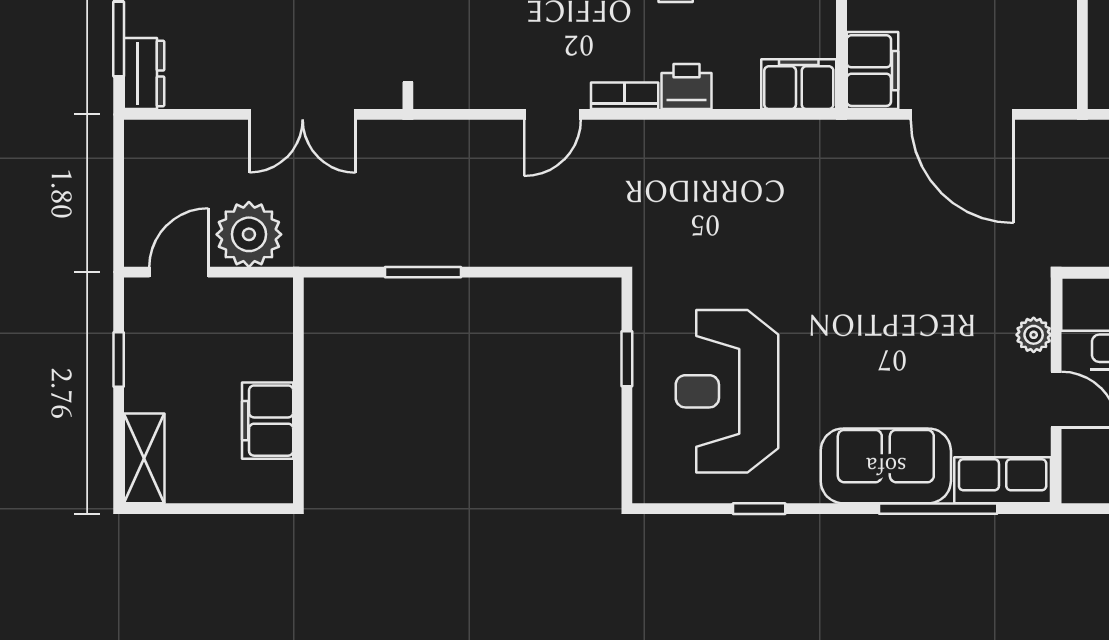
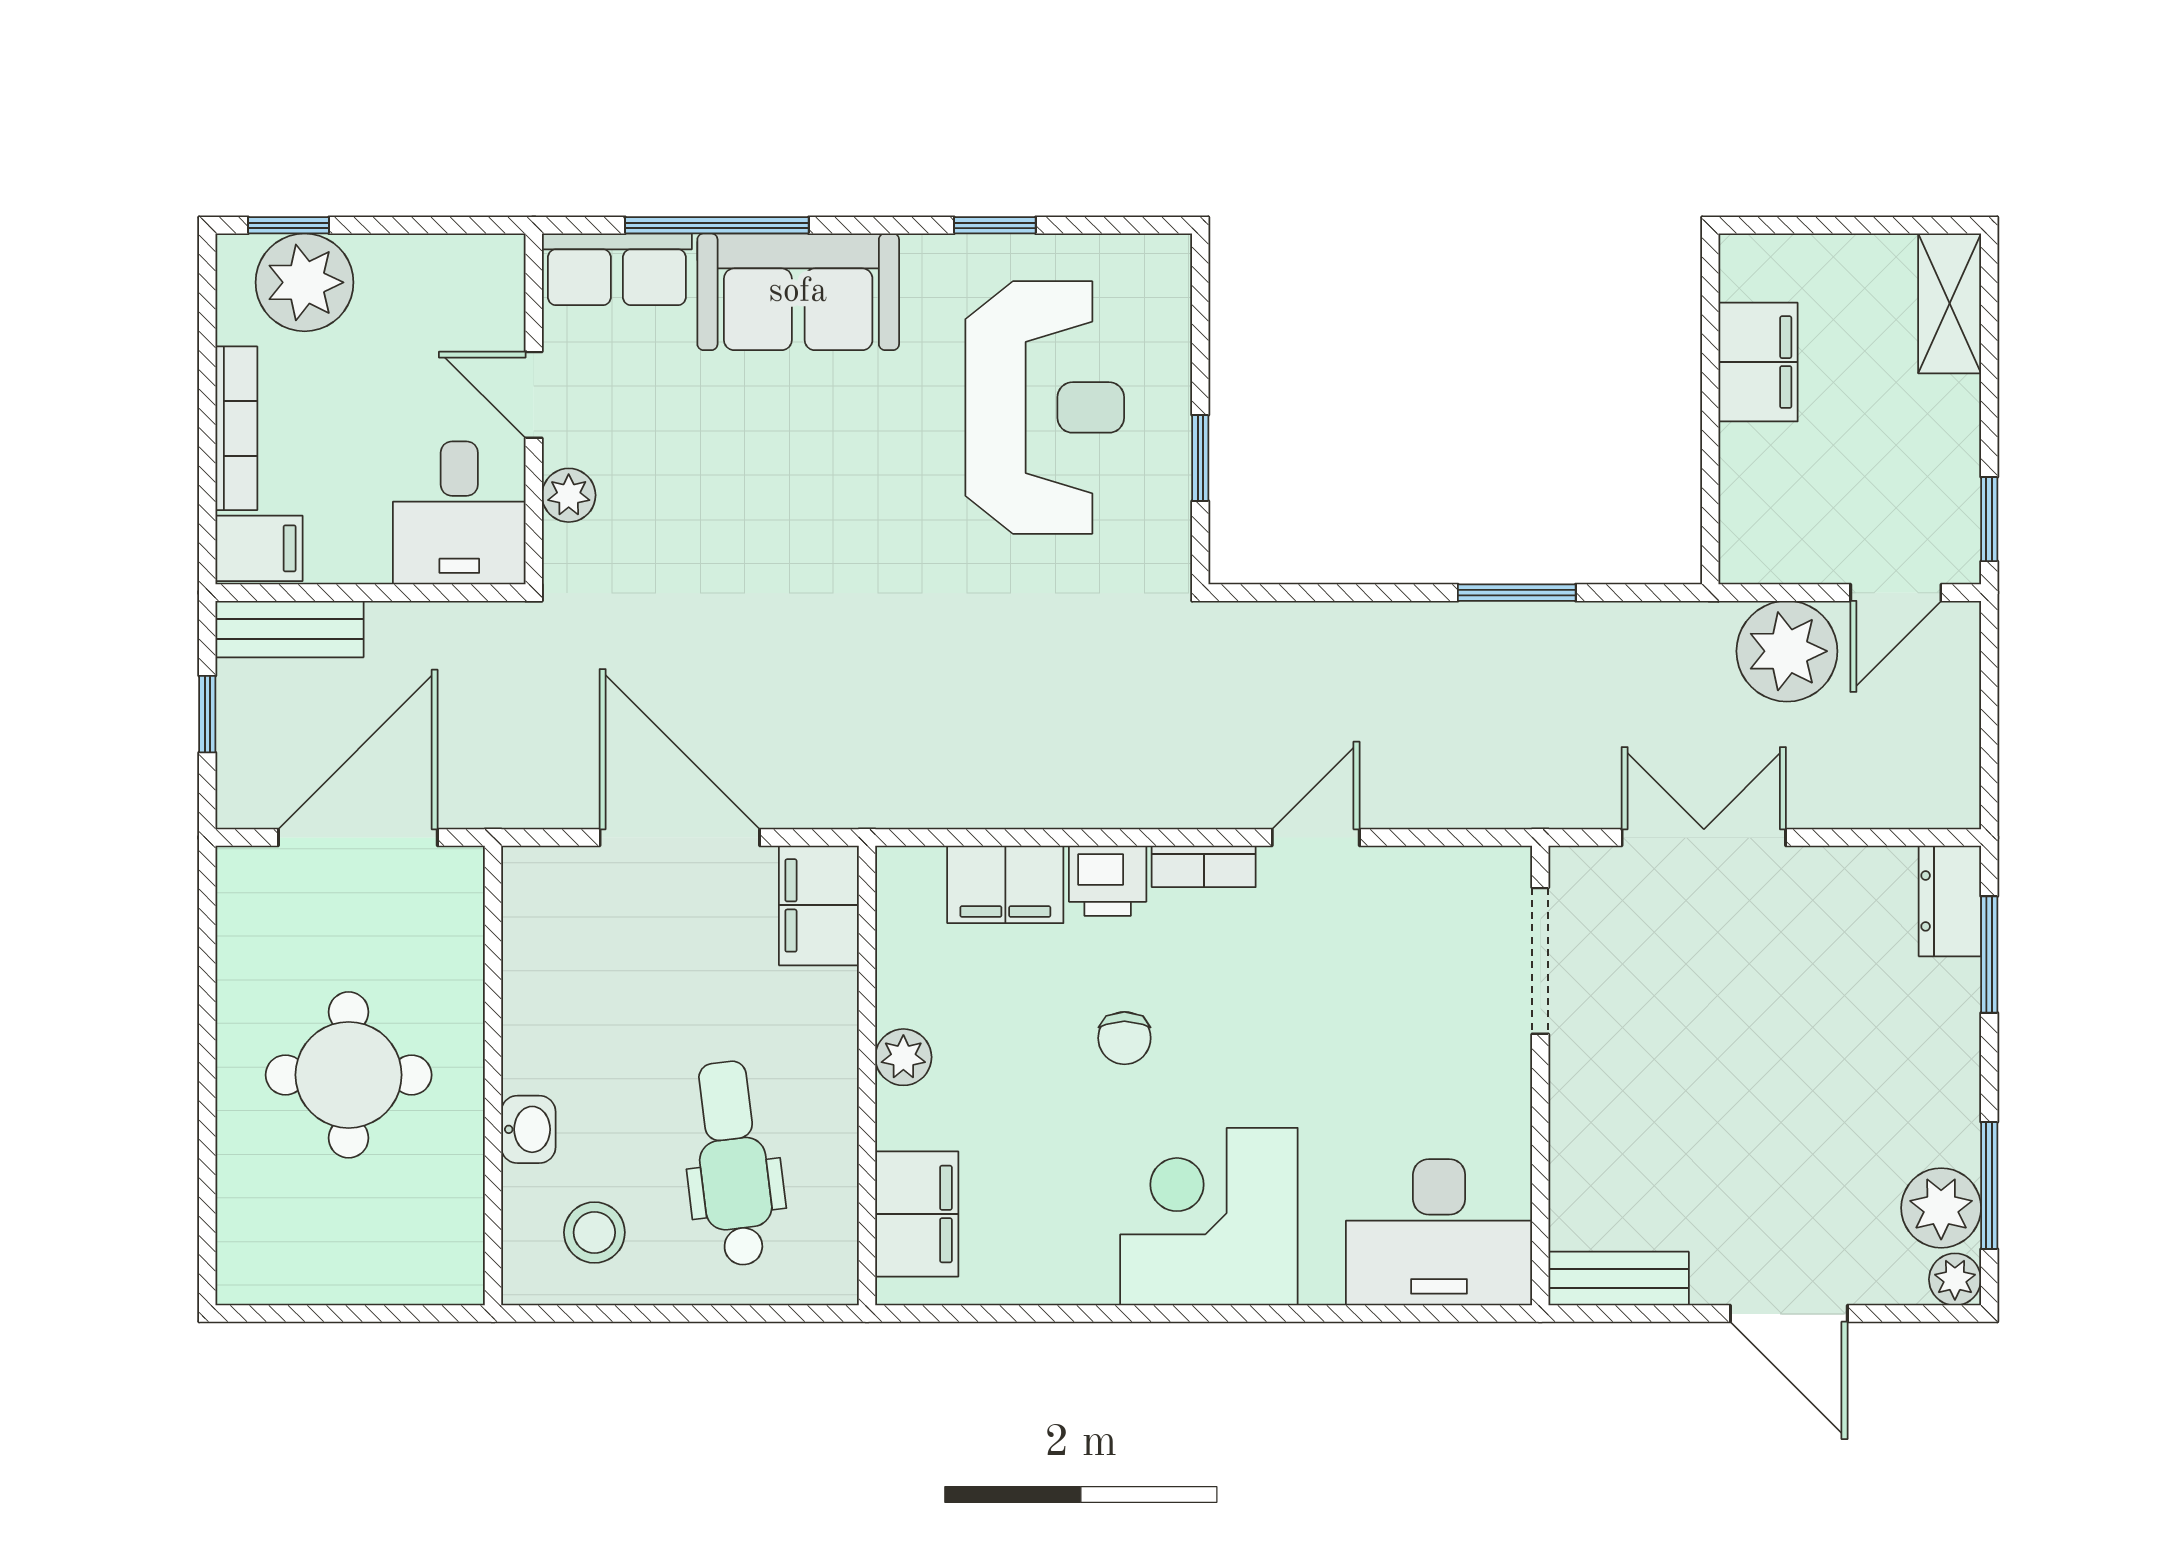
filing cabinet: (799, 84) -> (1005, 884), moved
window: (119, 359) -> (1989, 519), moved

